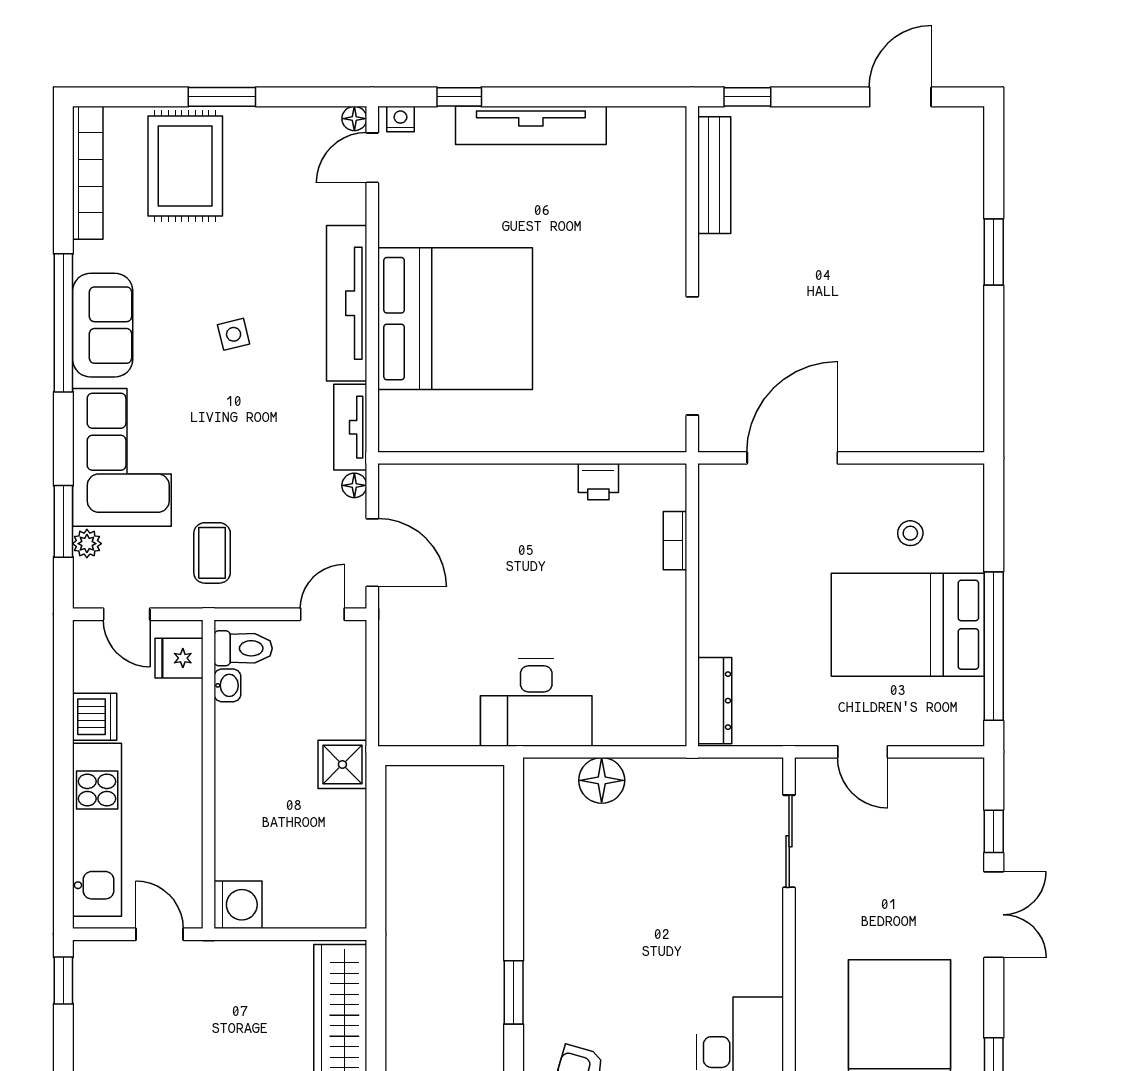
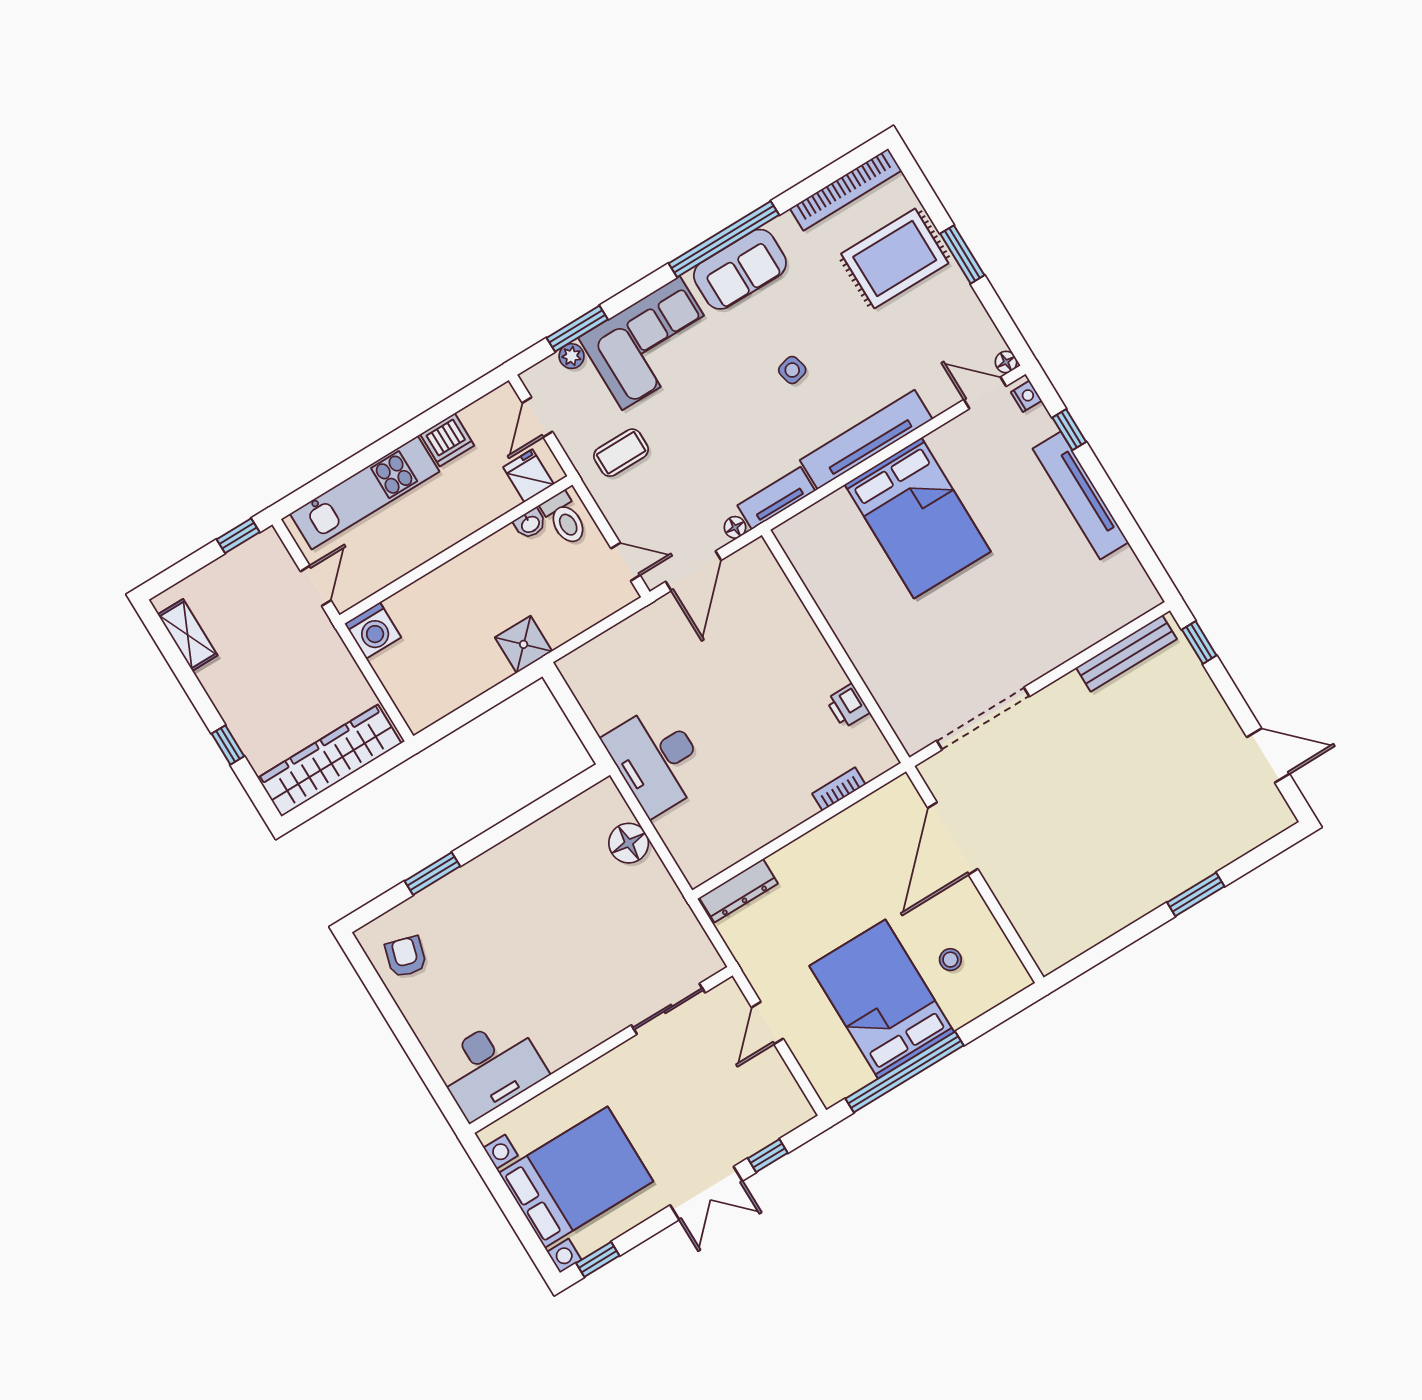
bed: (455, 319) -> (918, 518), width x0.73
door: (792, 458) -> (953, 838), swing flipped

